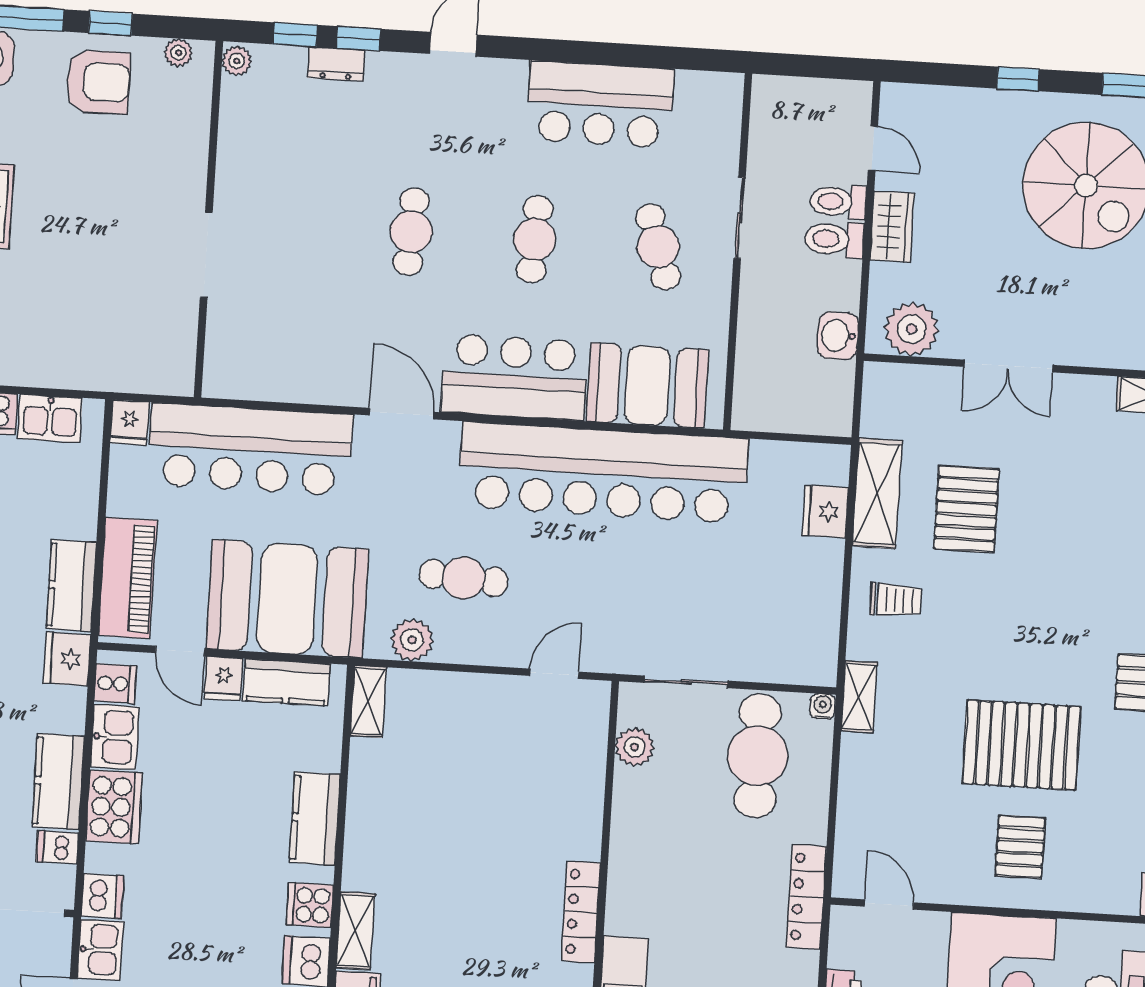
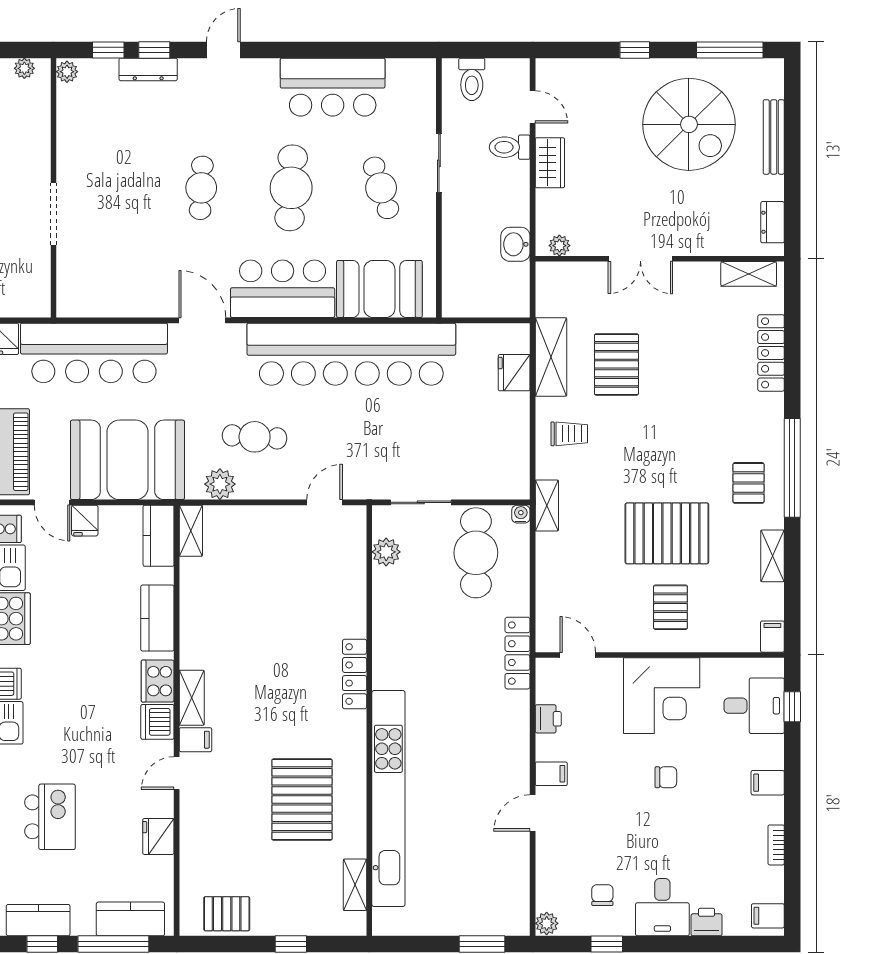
dresser: (336, 64) -> (148, 69), width x1.44
cafe table: (535, 239) -> (291, 188), width x1.37, depth x1.35
toilet: (834, 239) -> (472, 79), moved, turned -90
plant: (912, 329) -> (559, 246), width x0.53, depth x0.53
kitchen counter: (286, 682) -> (159, 536), moved, turned 90
cooker: (310, 905) -> (158, 681), width x1.36

